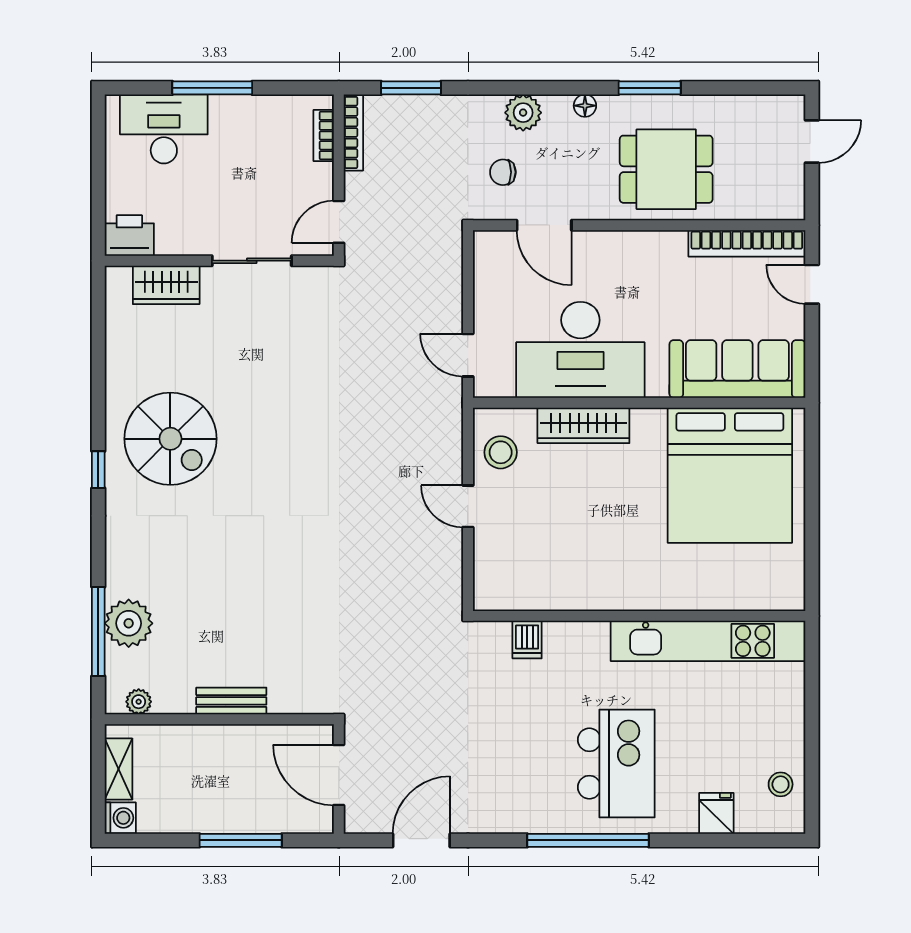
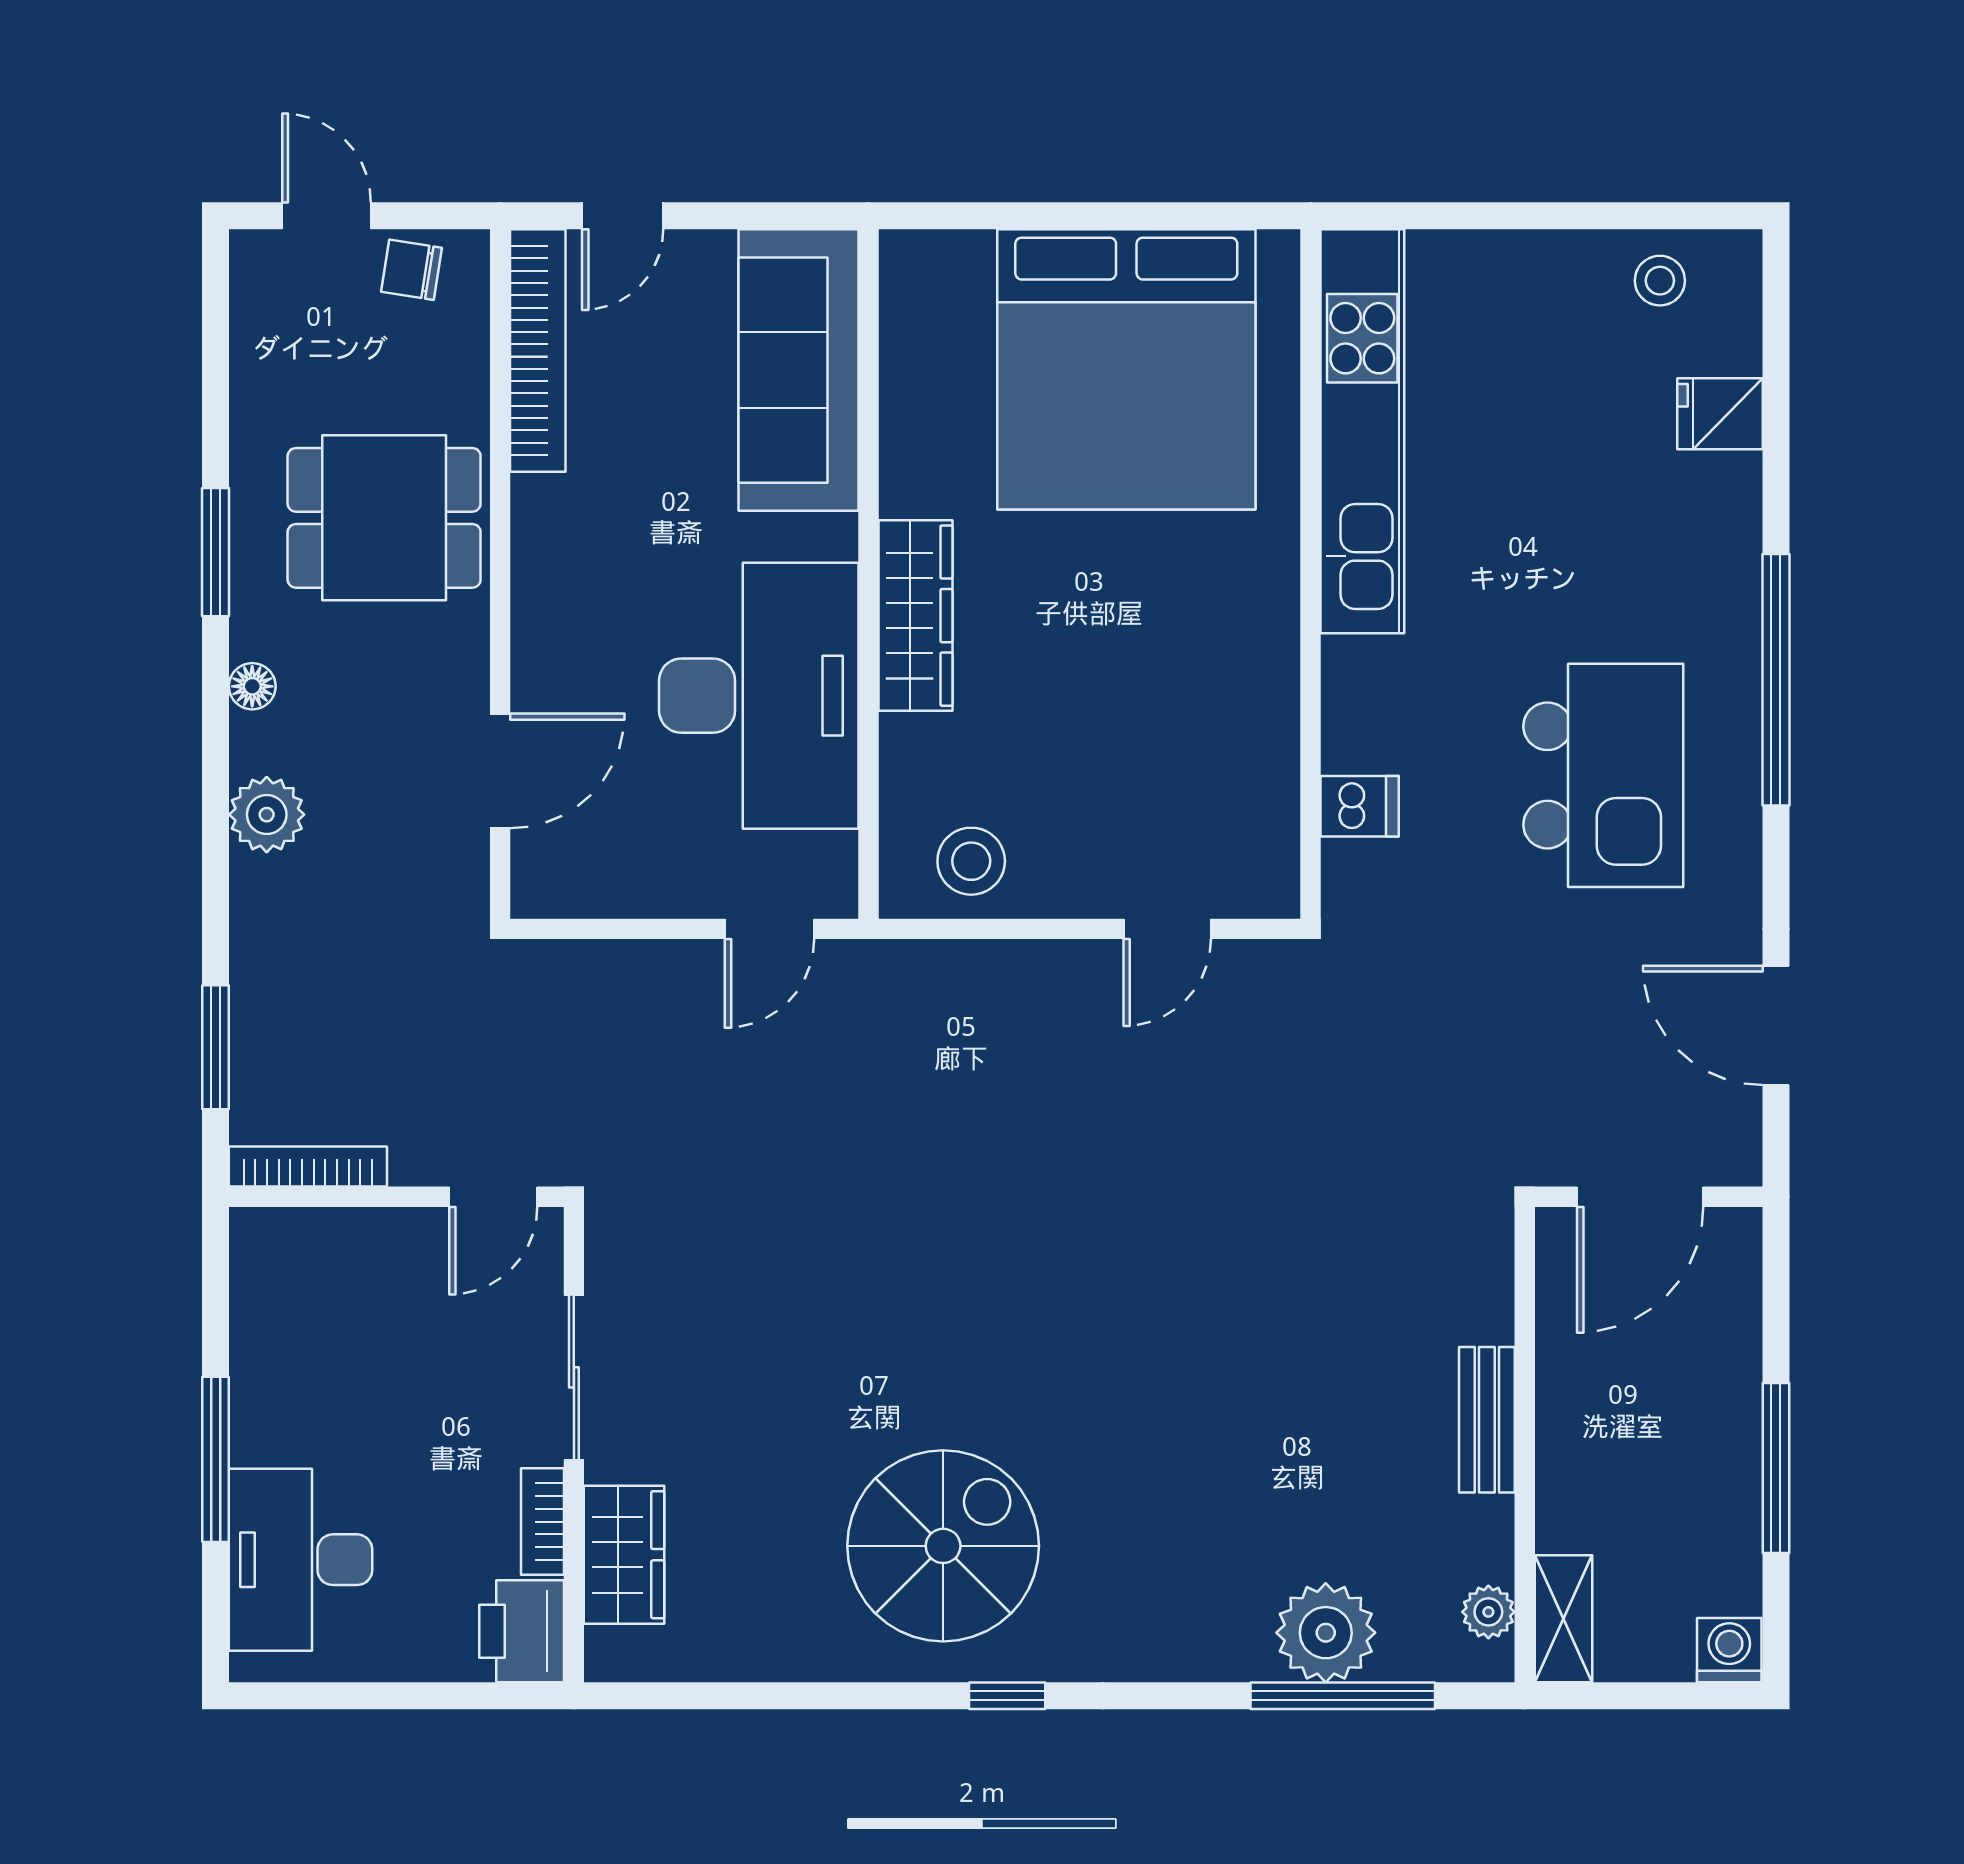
bookcase: (324, 135) -> (542, 1522), moved, turned 90
dining table: (666, 169) -> (384, 518), turned 90
chair: (503, 172) -> (412, 270), moved, turned 99
door: (339, 222) -> (493, 1197), hinge flipped
wardrobe: (583, 425) -> (915, 616), moved
bed: (730, 475) -> (1126, 369), moved, turned 90
door: (468, 506) -> (1167, 929), moved
kitchen island: (616, 764) -> (1603, 775), moved, turned 90
shelving: (118, 769) -> (1563, 1619), moved, turned 90
window: (241, 840) -> (1776, 1468), moved

